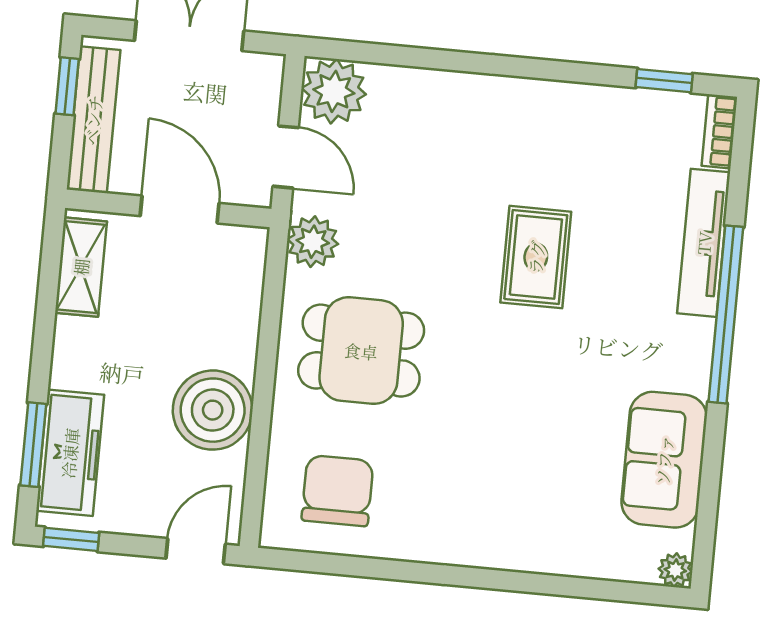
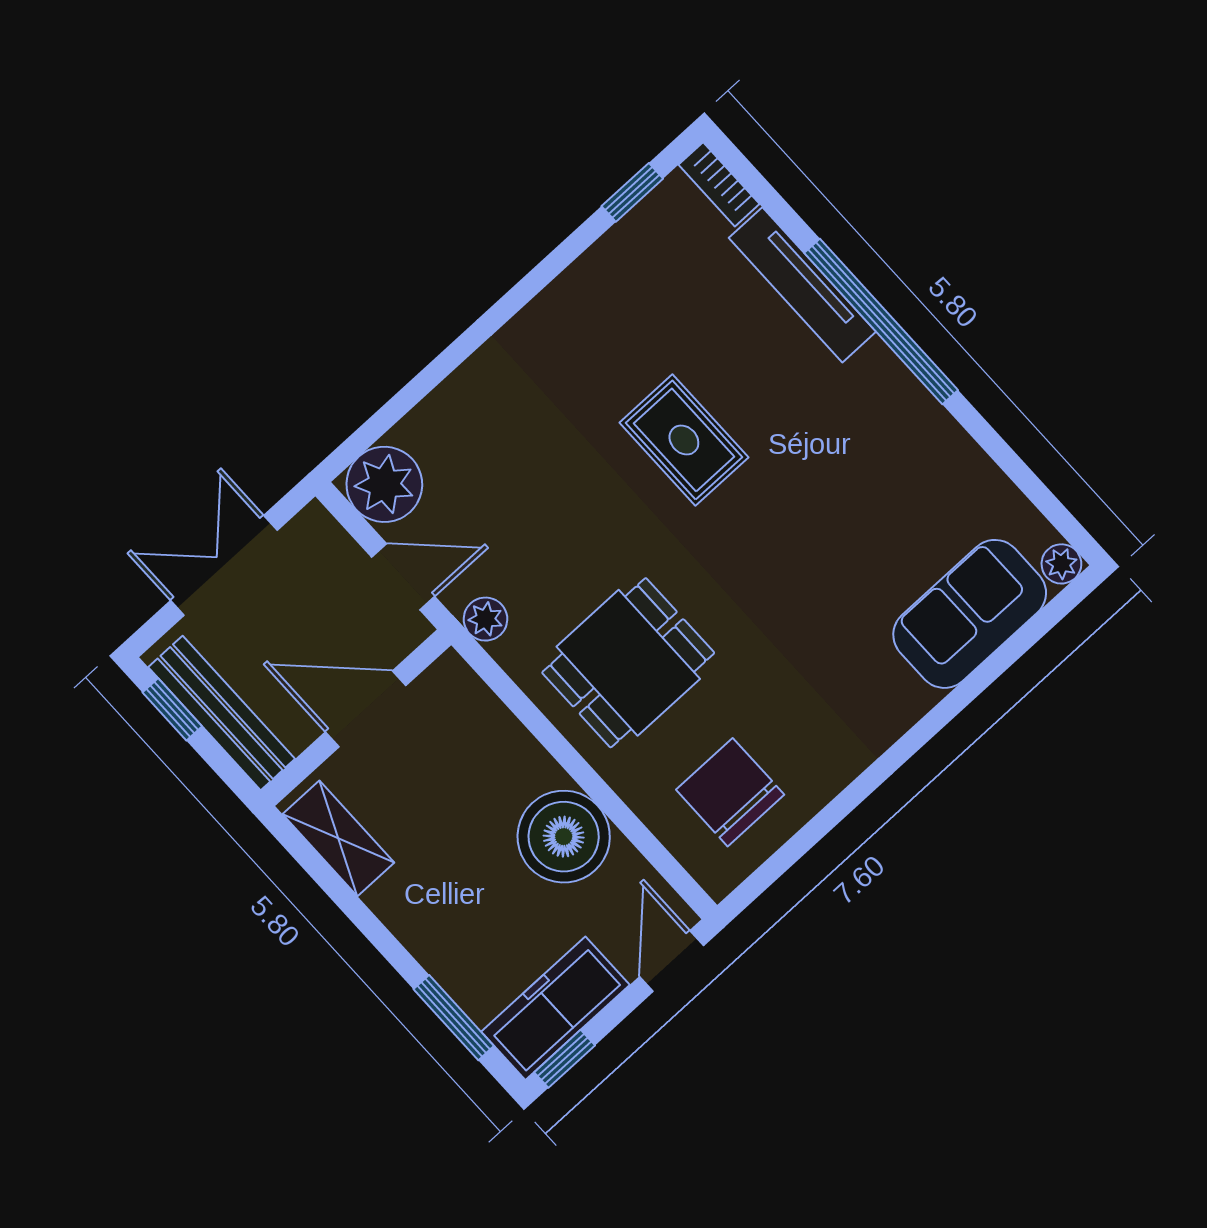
plant: (313, 242) -> (485, 619), width x0.73, depth x0.73
freezer: (70, 453) -> (555, 1008), moved, turned -90
sofa: (664, 460) -> (970, 614), moved, turned 90

